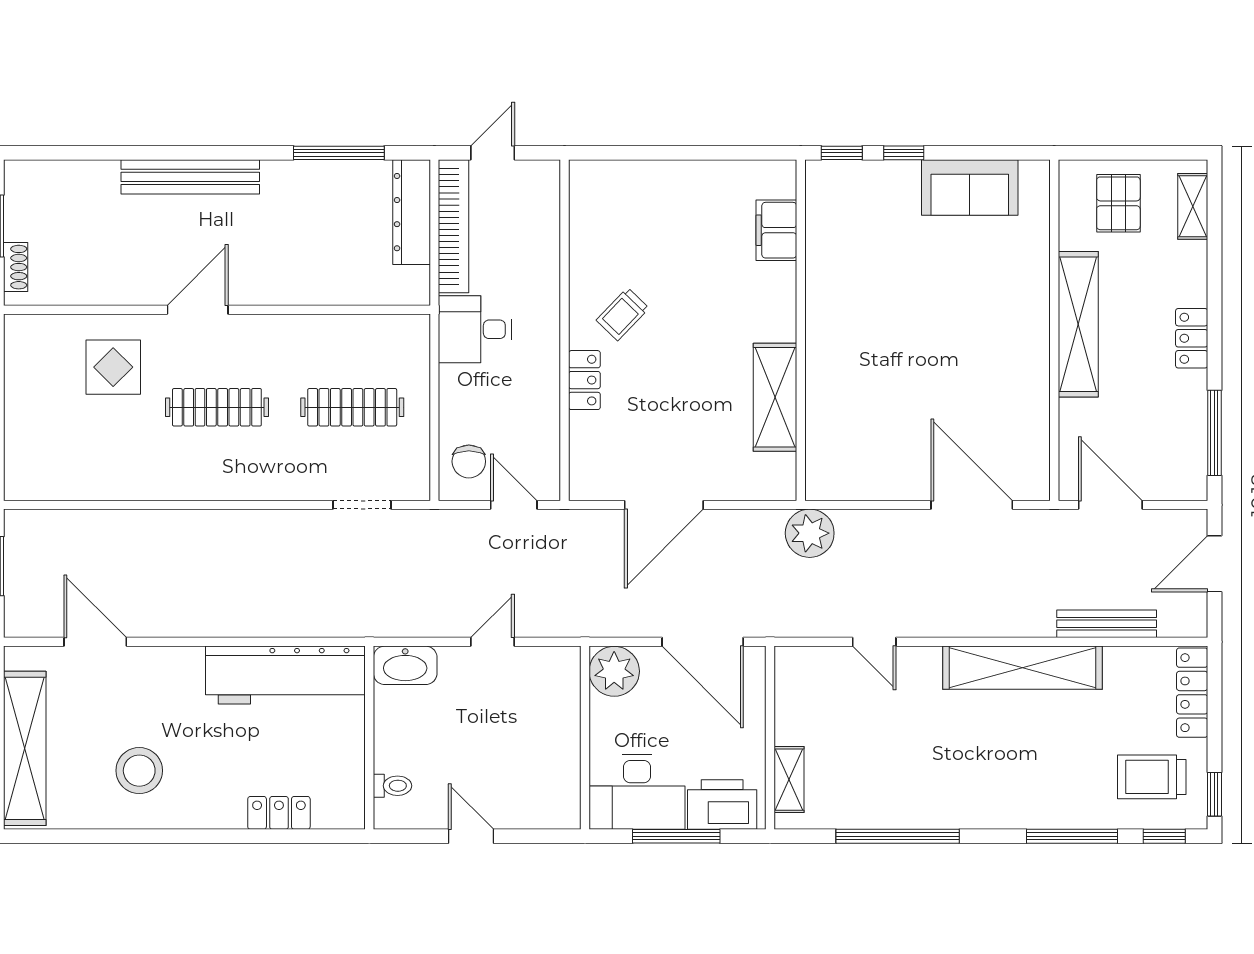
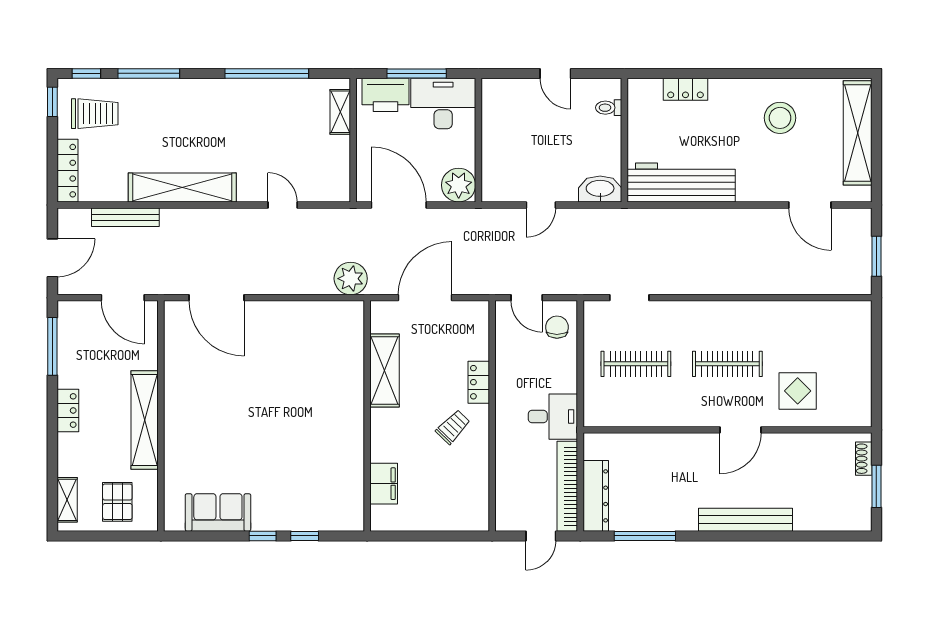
filing cabinet: (776, 230) -> (384, 484), moved
wall: (801, 330) -> (367, 416), moved
shelving: (775, 397) -> (384, 371), moved
plant: (810, 533) -> (351, 279), moved

